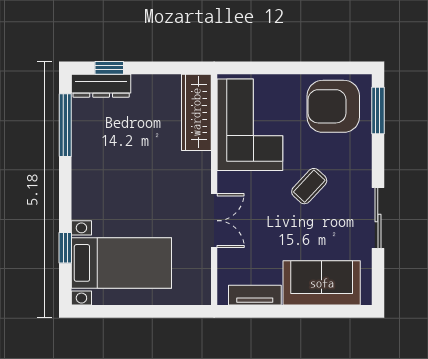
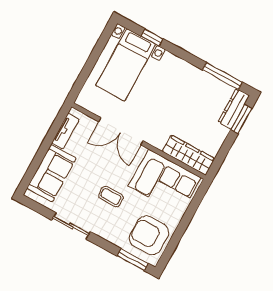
window: (109, 68) -> (241, 119), width x1.50
armchair: (333, 106) -> (149, 235), turned -90
coffee table: (309, 186) -> (111, 197), turned -43
double door: (214, 221) -> (121, 131), width x1.37

